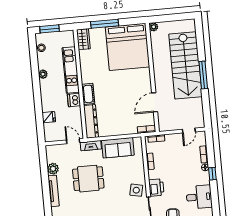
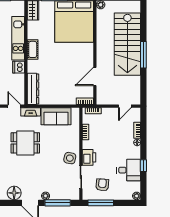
cot: (88, 94) -> (33, 49), moved
window: (212, 174) -> (143, 166), moved

